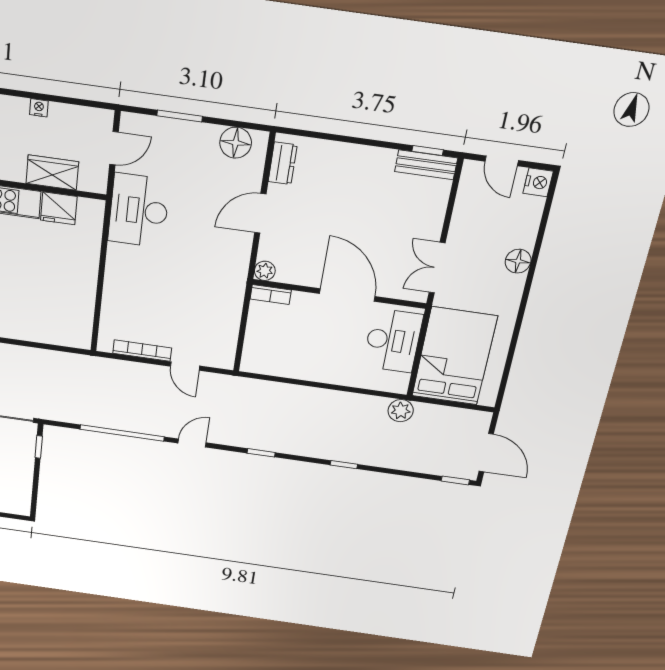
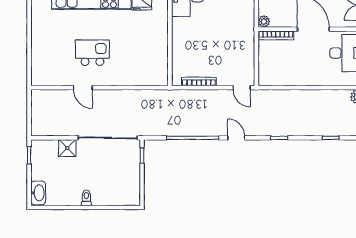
bookcase: (271, 295) -> (276, 35), width x1.56
door: (185, 366) -> (242, 88), moved
door: (192, 443) -> (236, 138), hinge flipped

